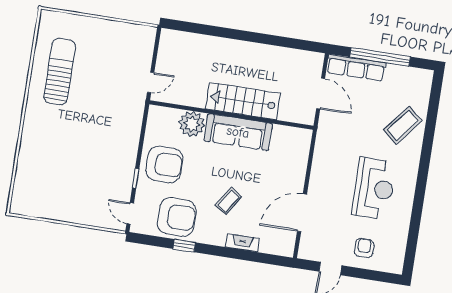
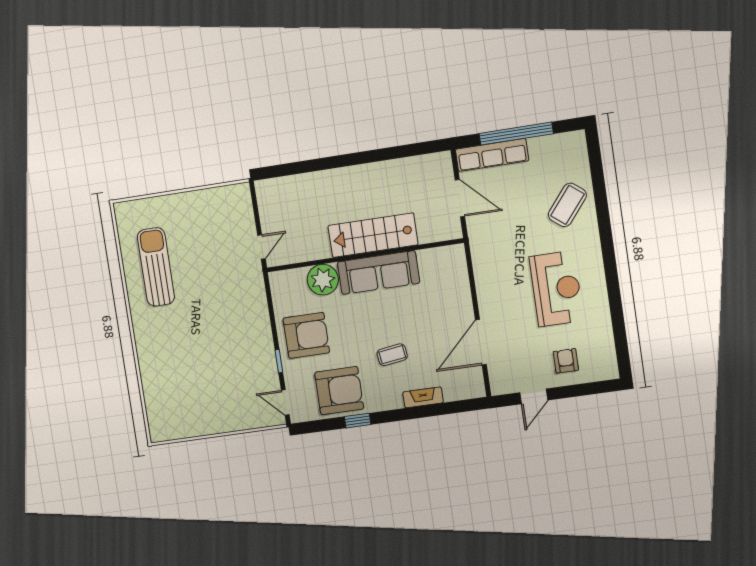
coffee table: (228, 201) -> (392, 355), turned 49

